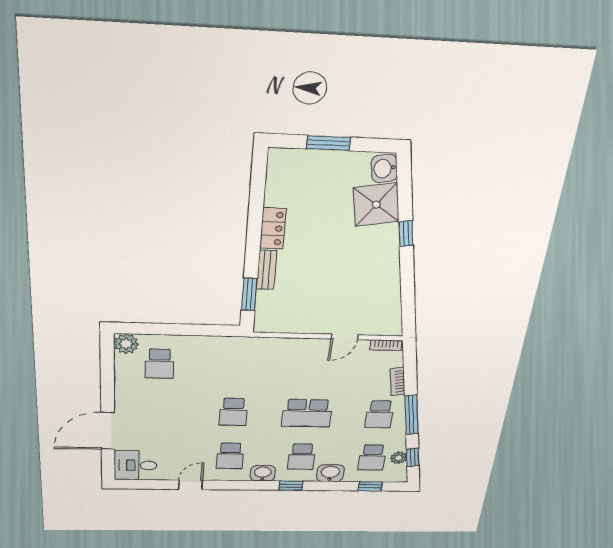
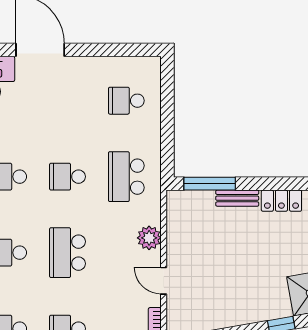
window: (249, 294) -> (210, 184), width x1.44
plant: (126, 344) -> (149, 238), moved
school desk: (237, 365) -> (126, 177), added

